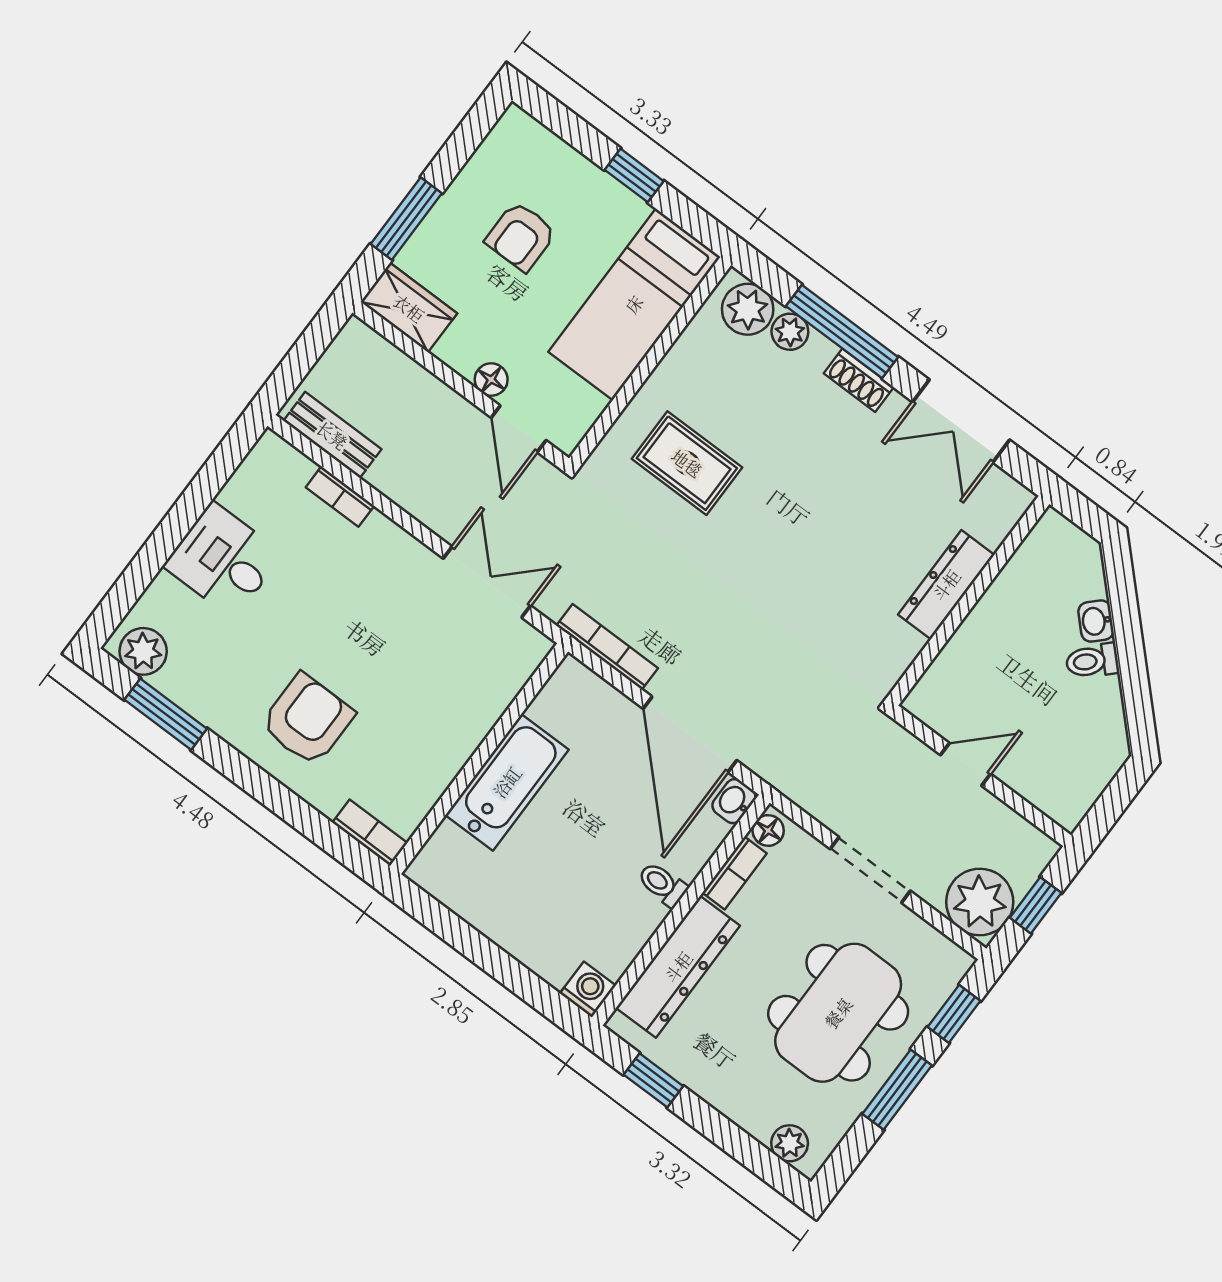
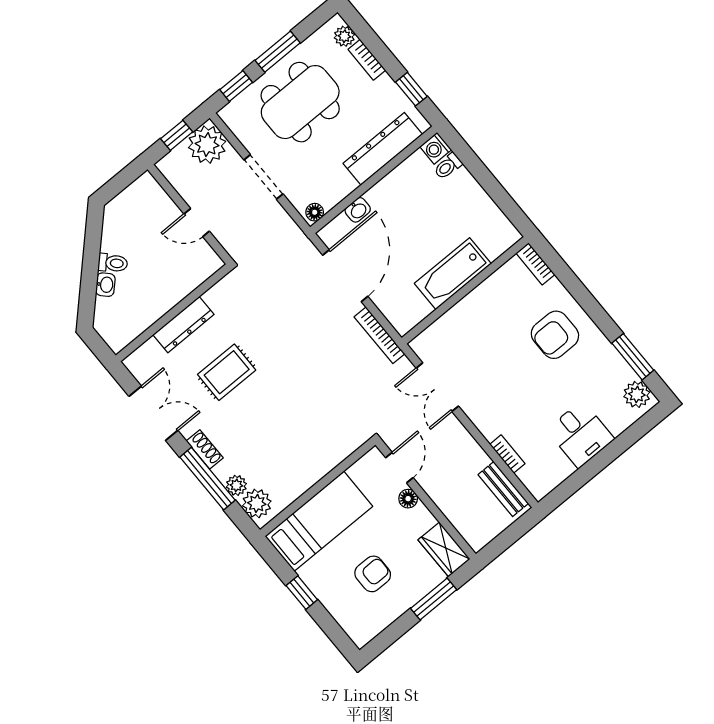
rug: (687, 463) -> (227, 372), moved, turned 90
washbasin: (734, 801) -> (358, 210), moved
bookcase: (735, 873) -> (367, 60), moved, turned -90
toilet: (663, 884) -> (448, 166), moved, turned 90

